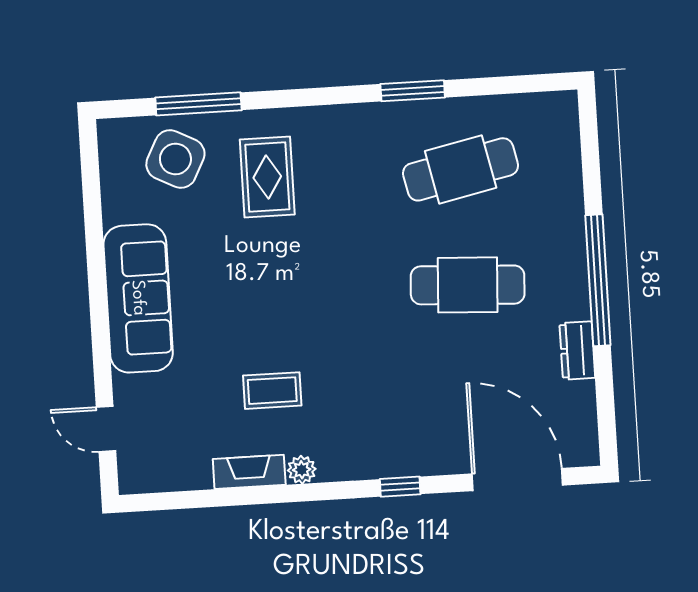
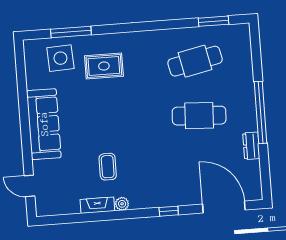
window: (413, 91) -> (213, 21), moved
side table: (175, 159) -> (60, 58), turned -30
rug: (267, 177) -> (104, 66), turned 90
coffee table: (272, 391) -> (108, 167), turned 90

